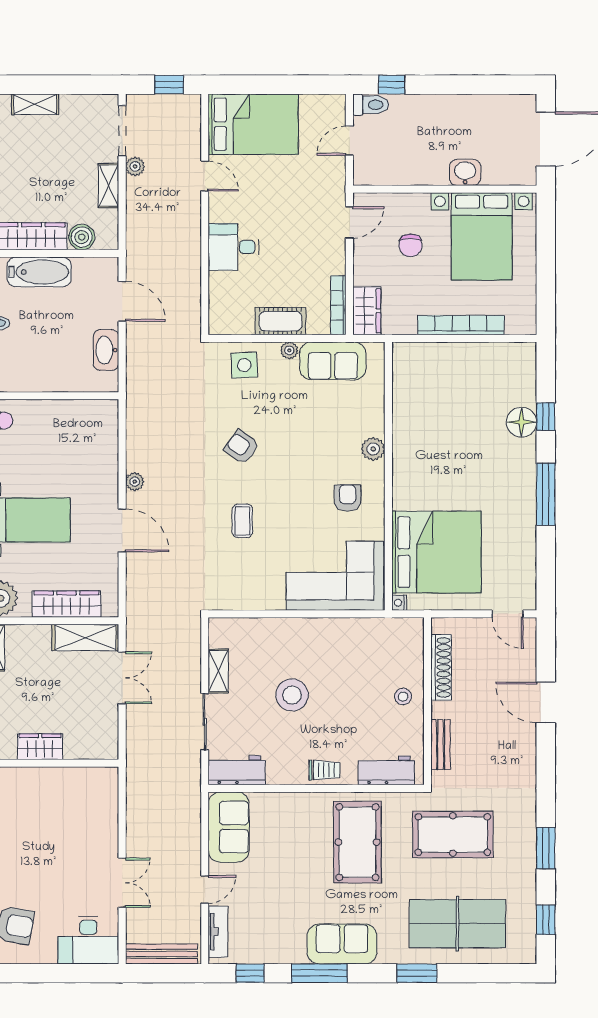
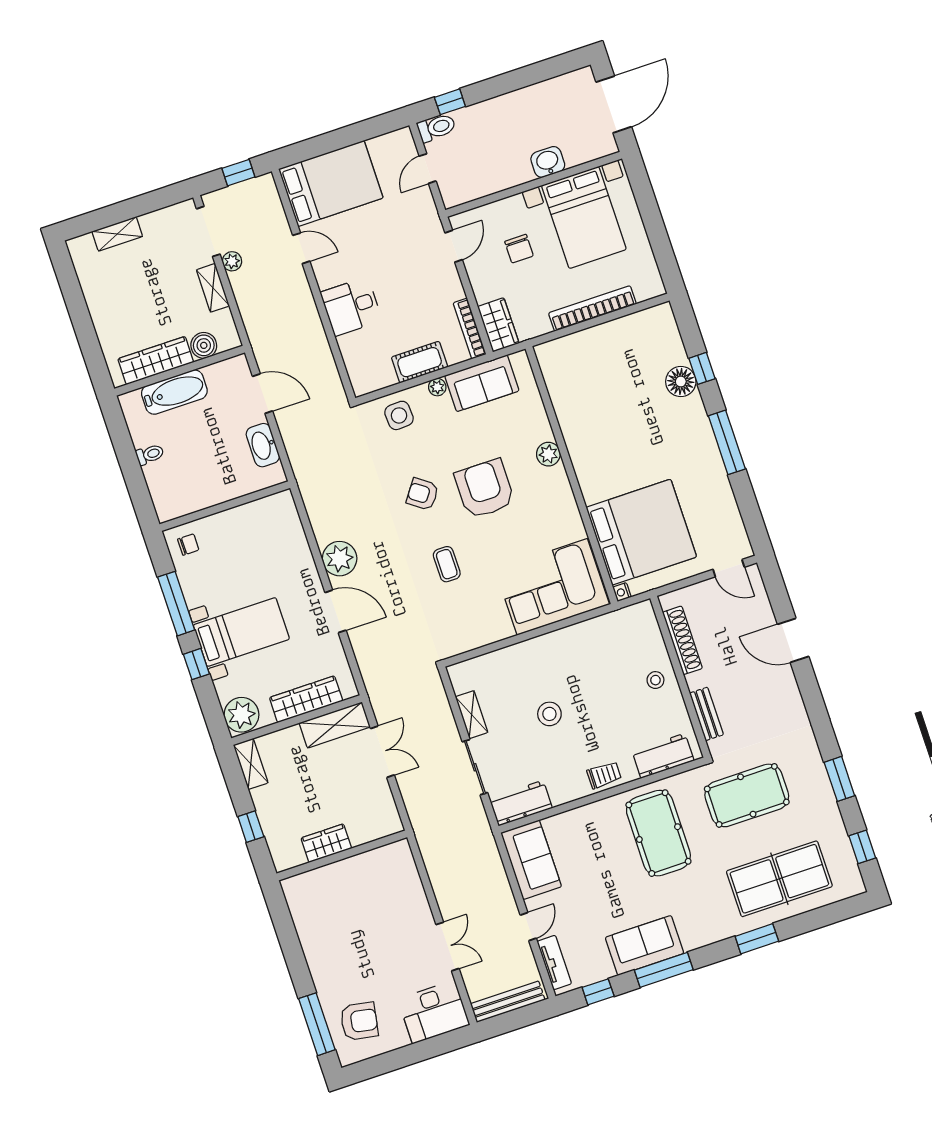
plant: (135, 482) -> (340, 559), width x1.88, depth x1.88
armchair: (348, 498) -> (485, 489), moved, width x1.88, depth x1.88
stool: (292, 695) -> (549, 714), width x0.73, depth x0.73
sofa: (342, 944) -> (645, 945), moved

